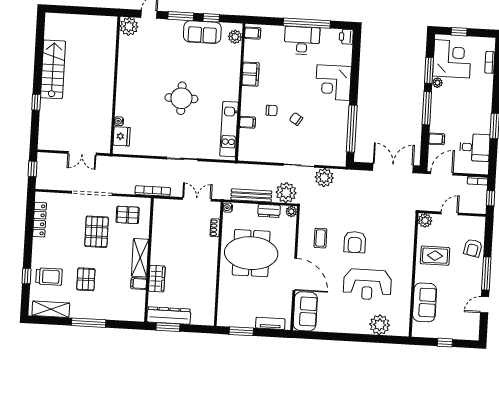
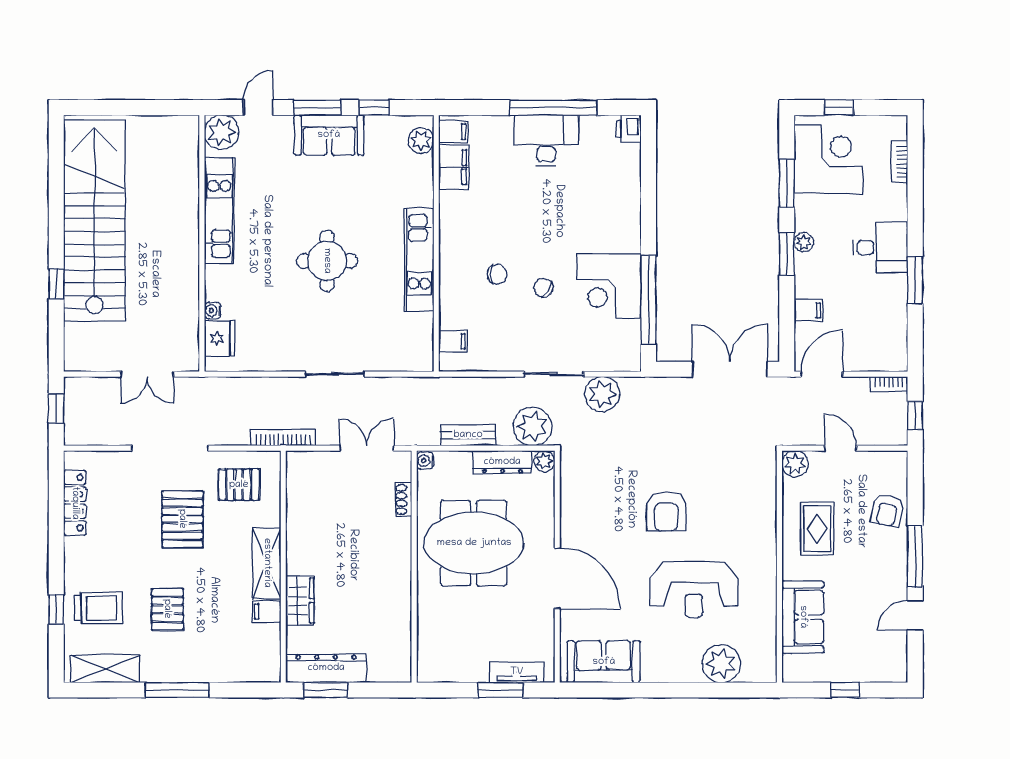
sofa: (202, 32) -> (329, 135), moved
kitchen unit: (125, 68) -> (219, 210), added
stairs: (53, 69) -> (94, 220), width x1.86, depth x1.51
filing cabinet: (251, 74) -> (454, 167), moved
corner desk: (333, 83) -> (609, 286), moved
plant: (437, 83) -> (804, 242), moved
window: (427, 108) -> (787, 254), width x0.69
filing cabinet: (247, 122) -> (453, 341), moved
kitchen unit: (229, 129) -> (419, 260), moved
desk: (475, 147) -> (880, 247), moved
bench: (251, 195) -> (468, 435), width x0.73
dresser: (269, 211) -> (502, 462), width x1.44
door: (450, 213) -> (840, 448), hinge flipped
coffee table: (320, 238) -> (601, 508), removed
rug: (435, 256) -> (817, 529), turned 90
sofa: (305, 311) -> (604, 662), moved, turned -90
window: (241, 331) -> (501, 690), moved

